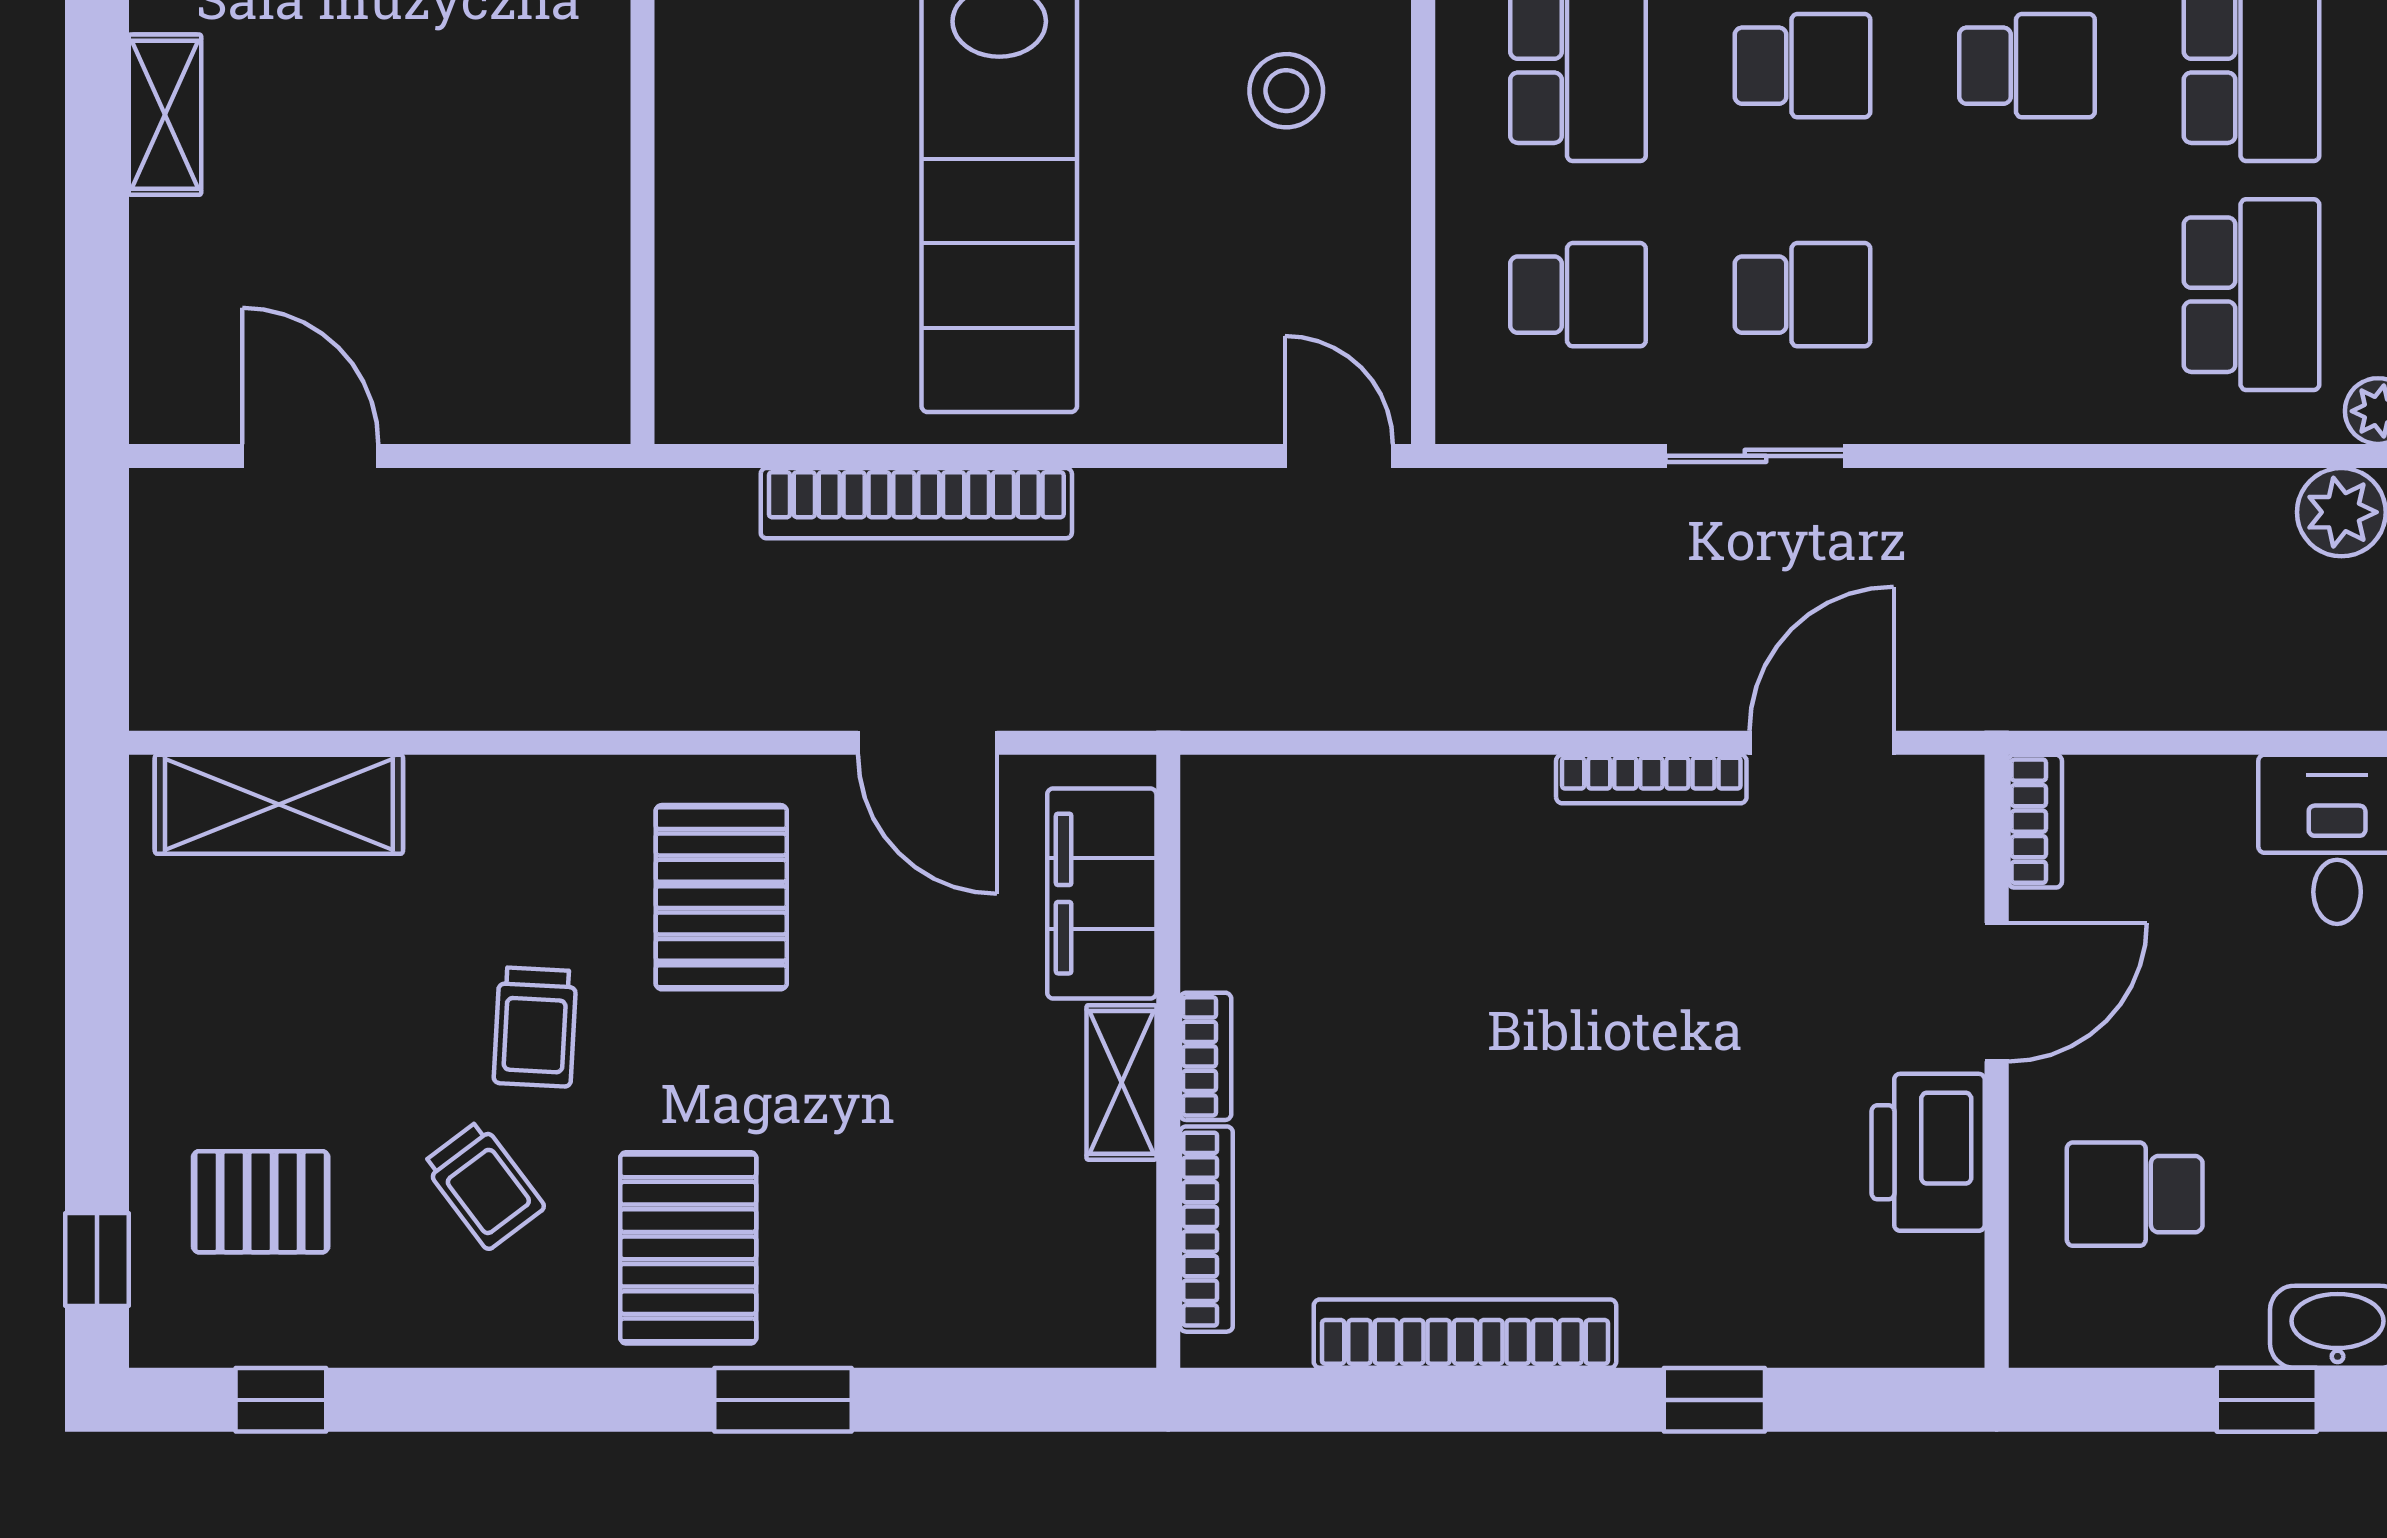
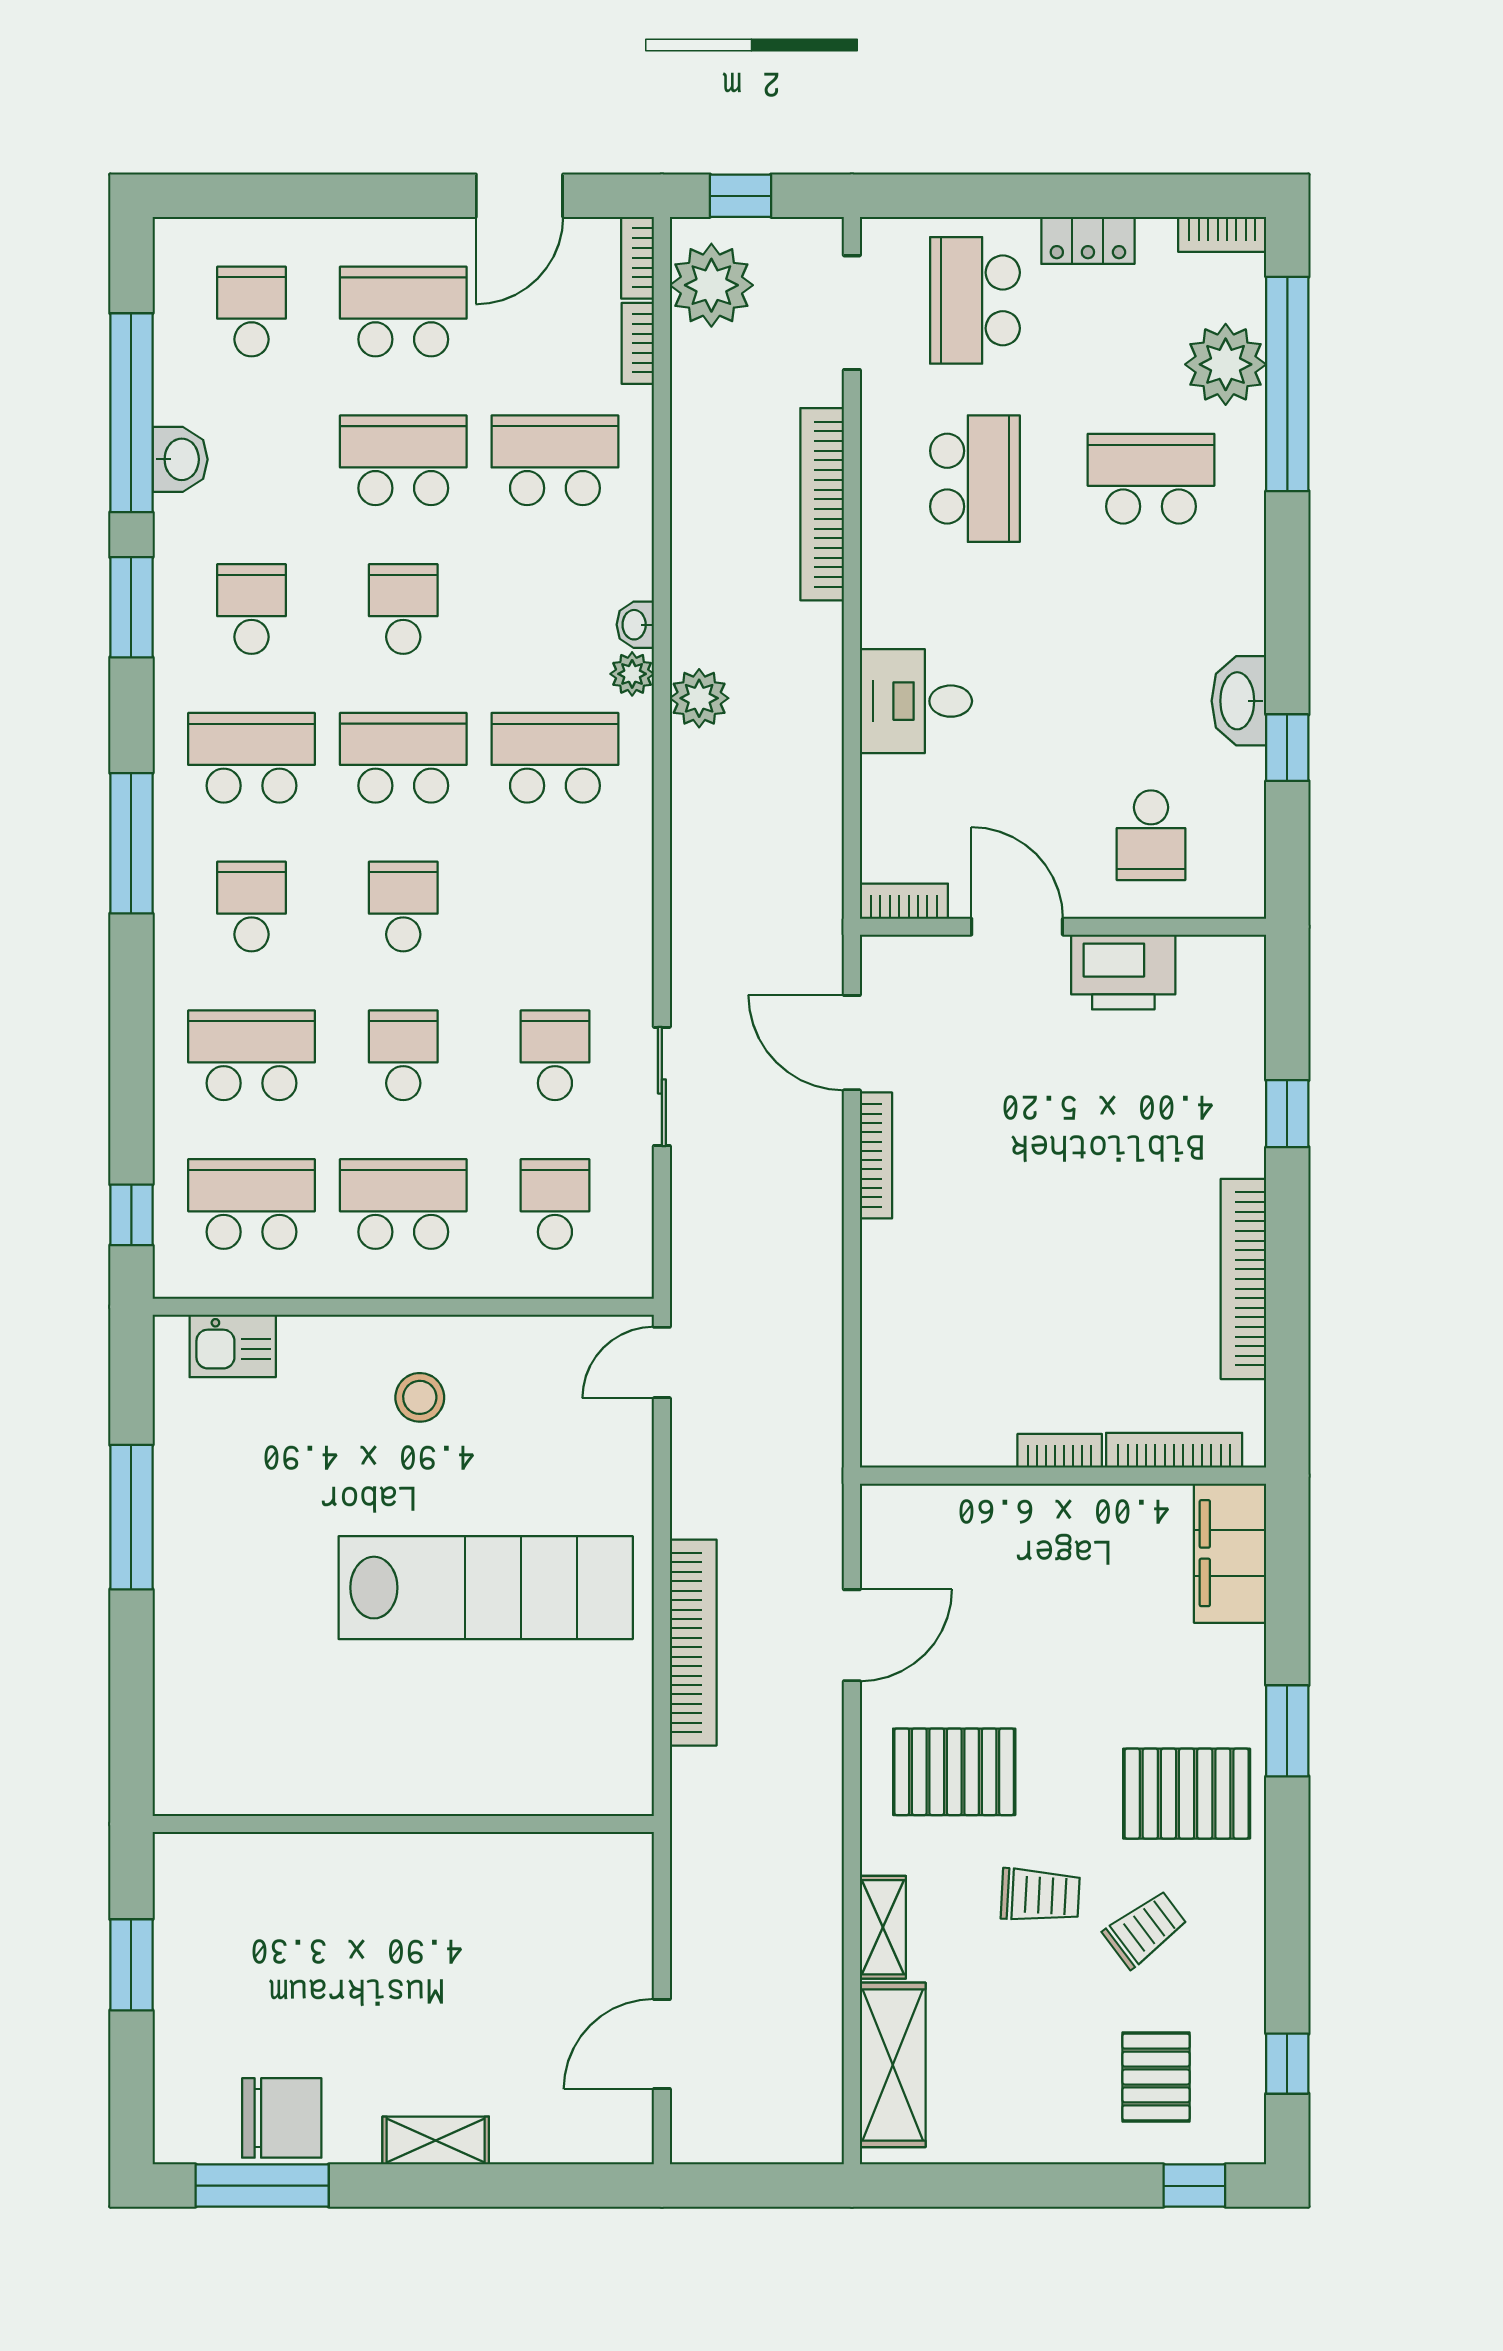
filing cabinet: (1102, 894) -> (1230, 1553), moved, turned 90
shelving: (1121, 1082) -> (883, 1927), moved, turned 90

